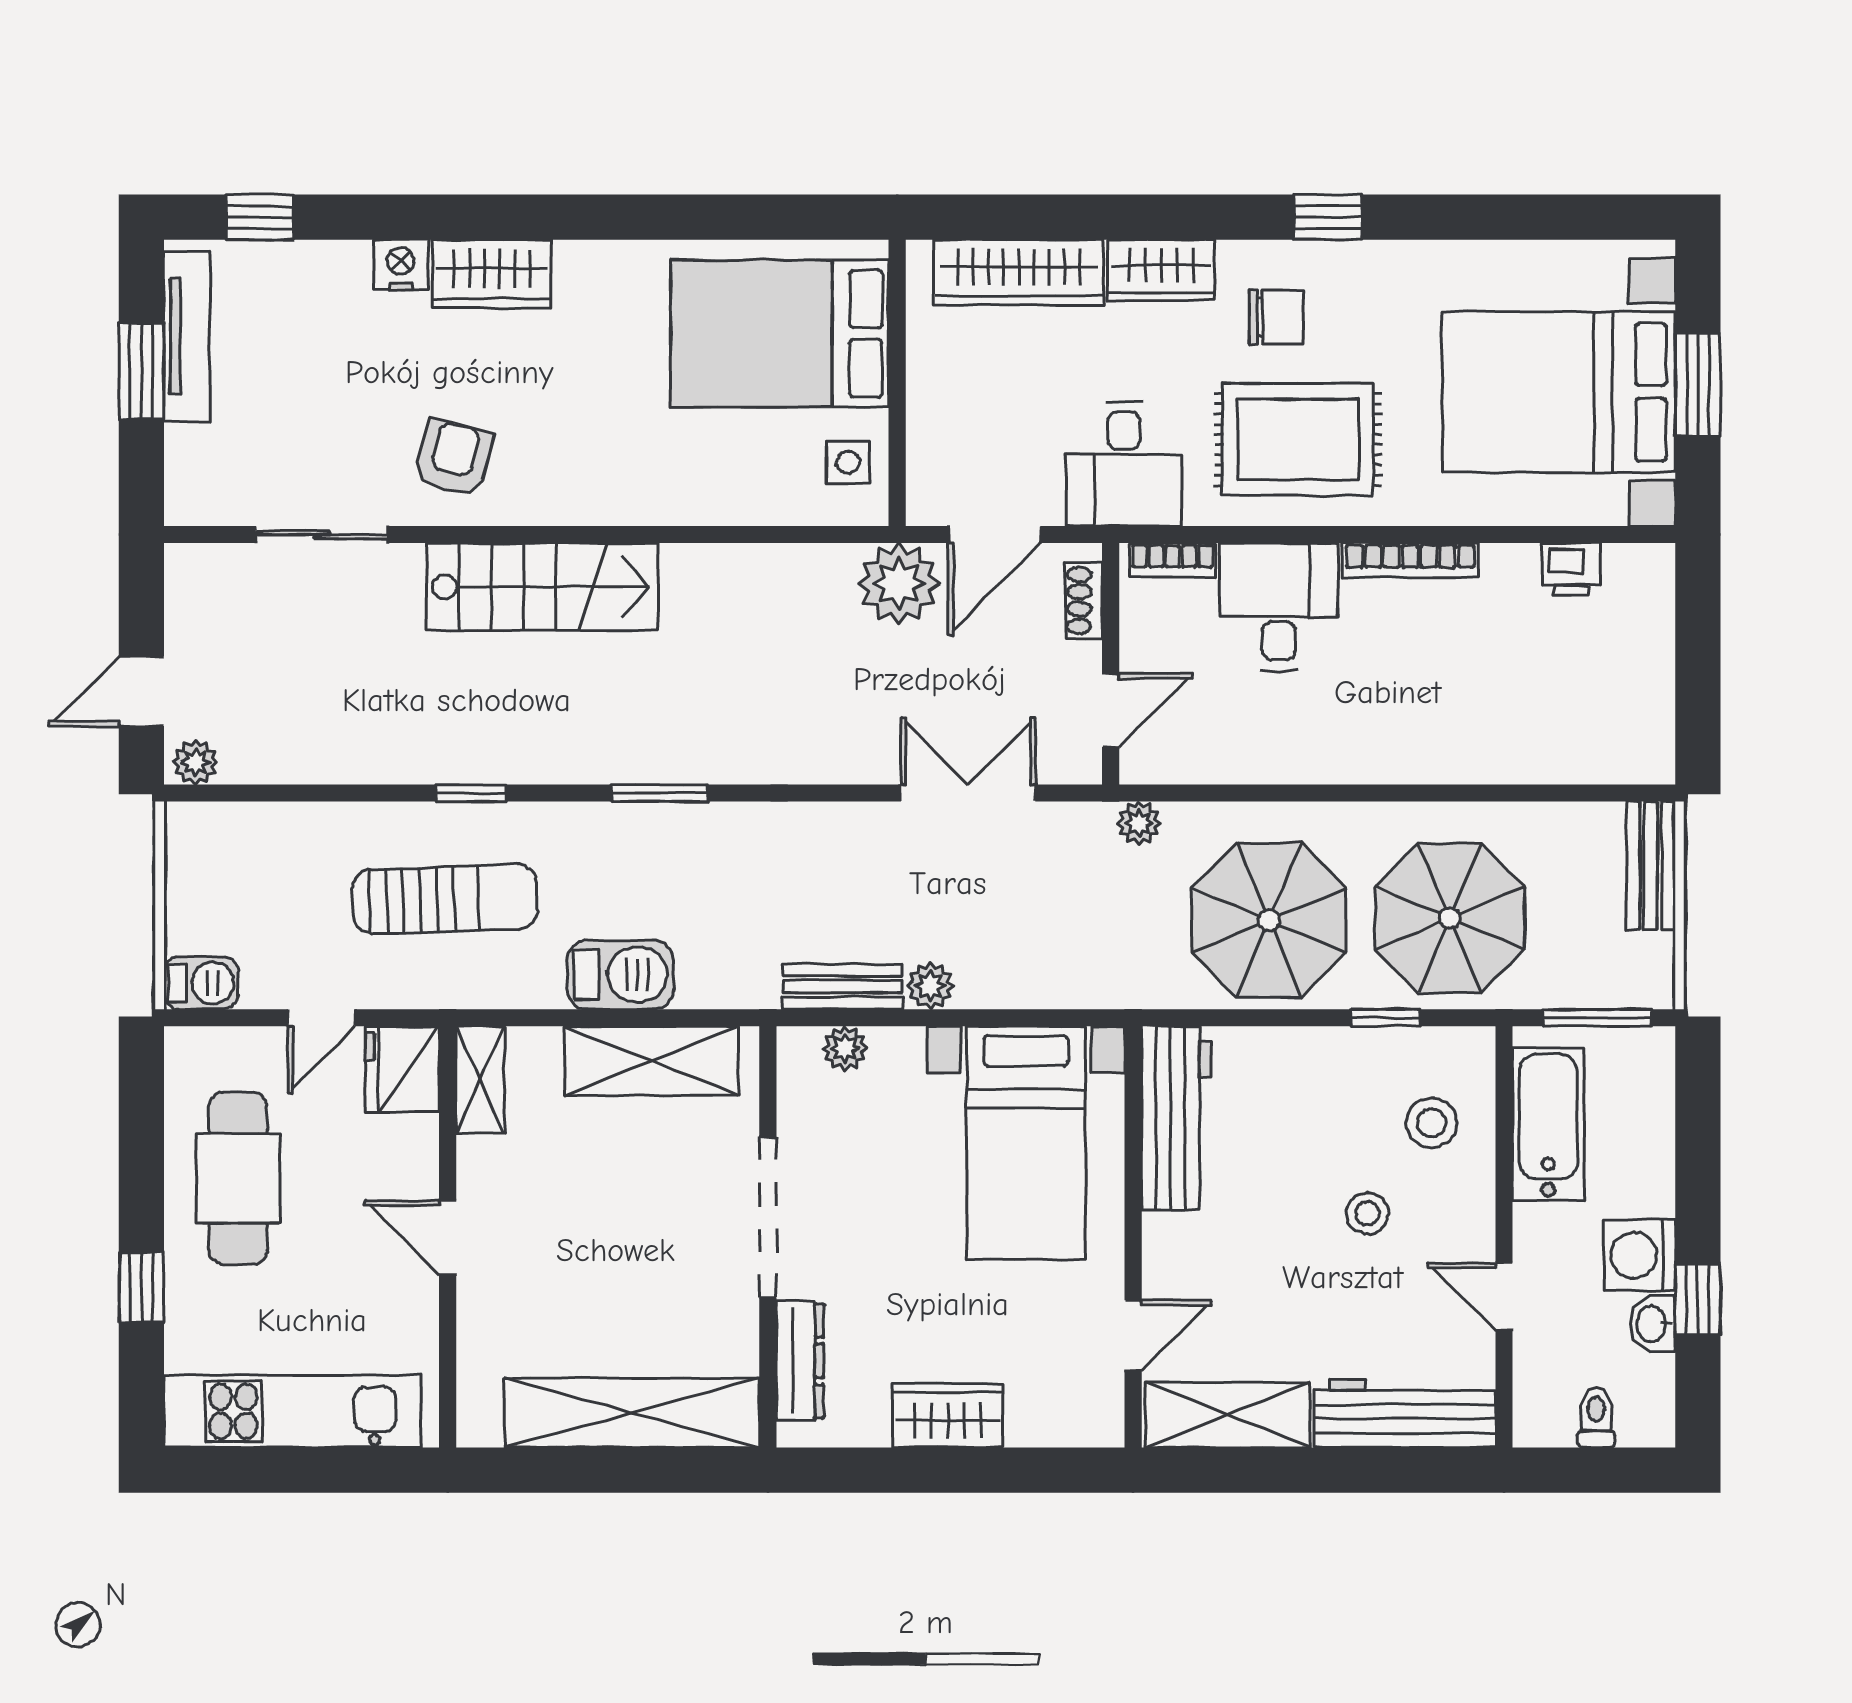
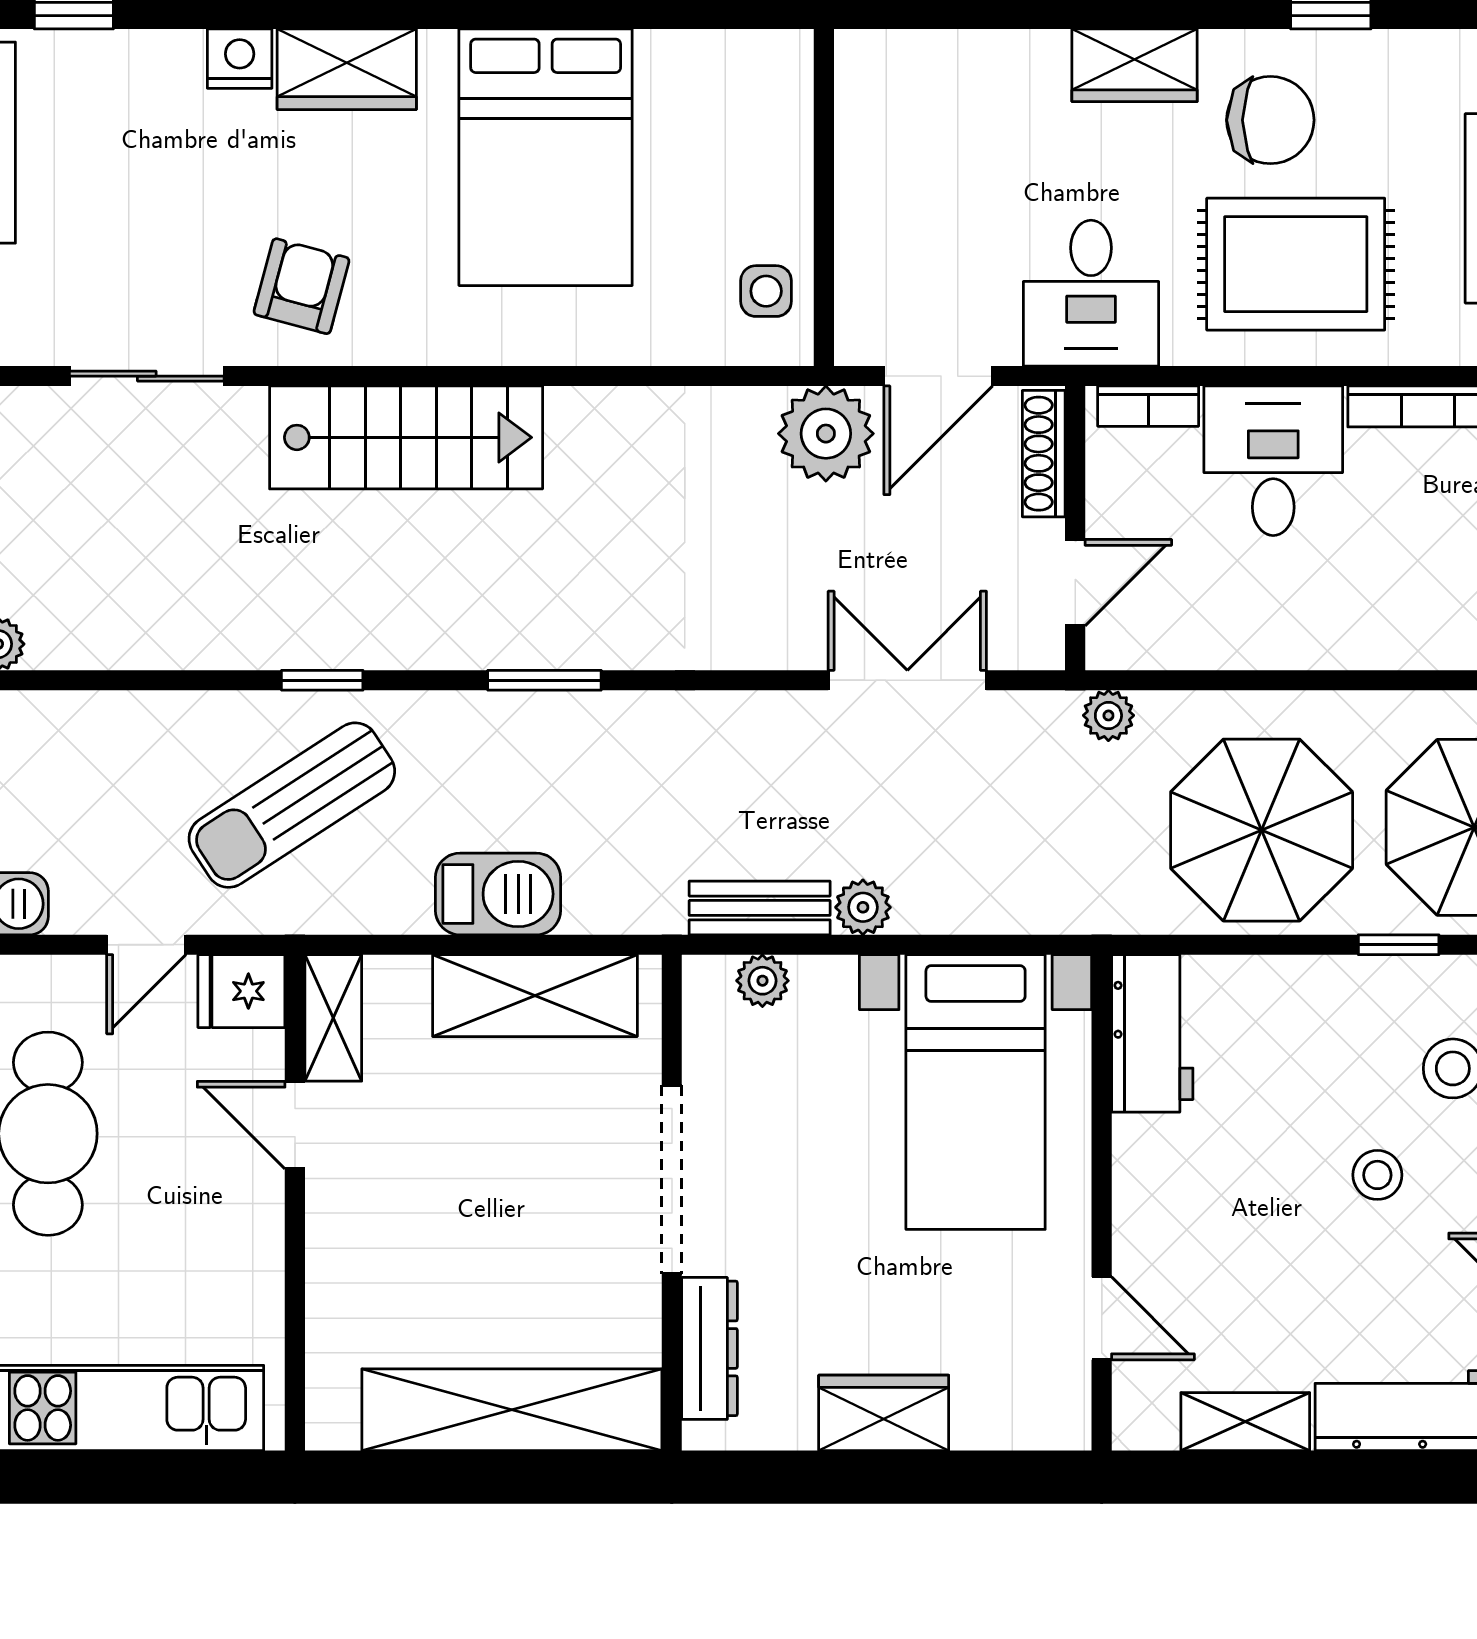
wardrobe: (1019, 272) -> (967, 67), removed
chair: (1277, 317) -> (1270, 120), width x1.37, depth x1.37
bed: (780, 334) -> (546, 157), moved, turned -90
shoe rack: (1084, 600) -> (1044, 454), width x1.43
sun lounger: (445, 899) -> (292, 805), turned 149
fridge: (402, 1069) -> (241, 991), width x0.72
workbench: (1176, 1118) -> (1152, 1033), width x0.73
door: (448, 1238) -> (295, 1125), moved
door: (1133, 1335) -> (1102, 1318), hinge flipped
shelving: (1228, 1415) -> (1245, 1422), width x0.67, depth x0.75

